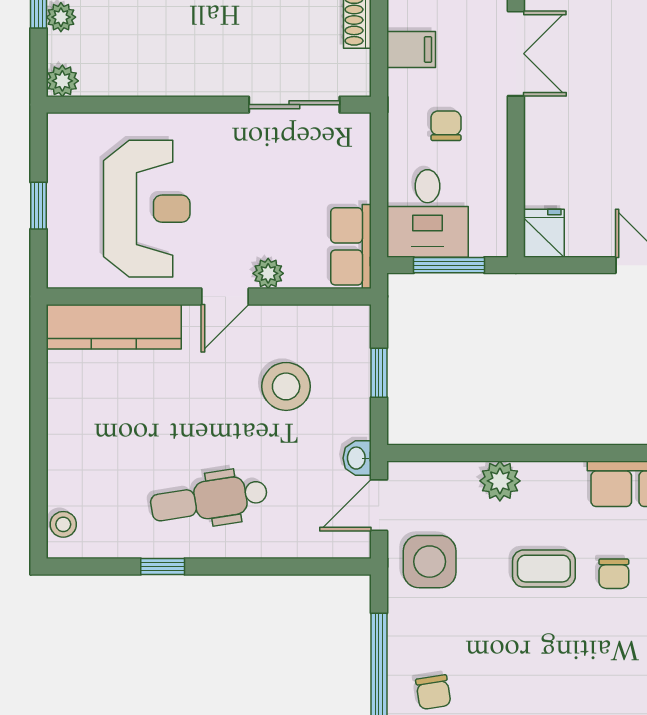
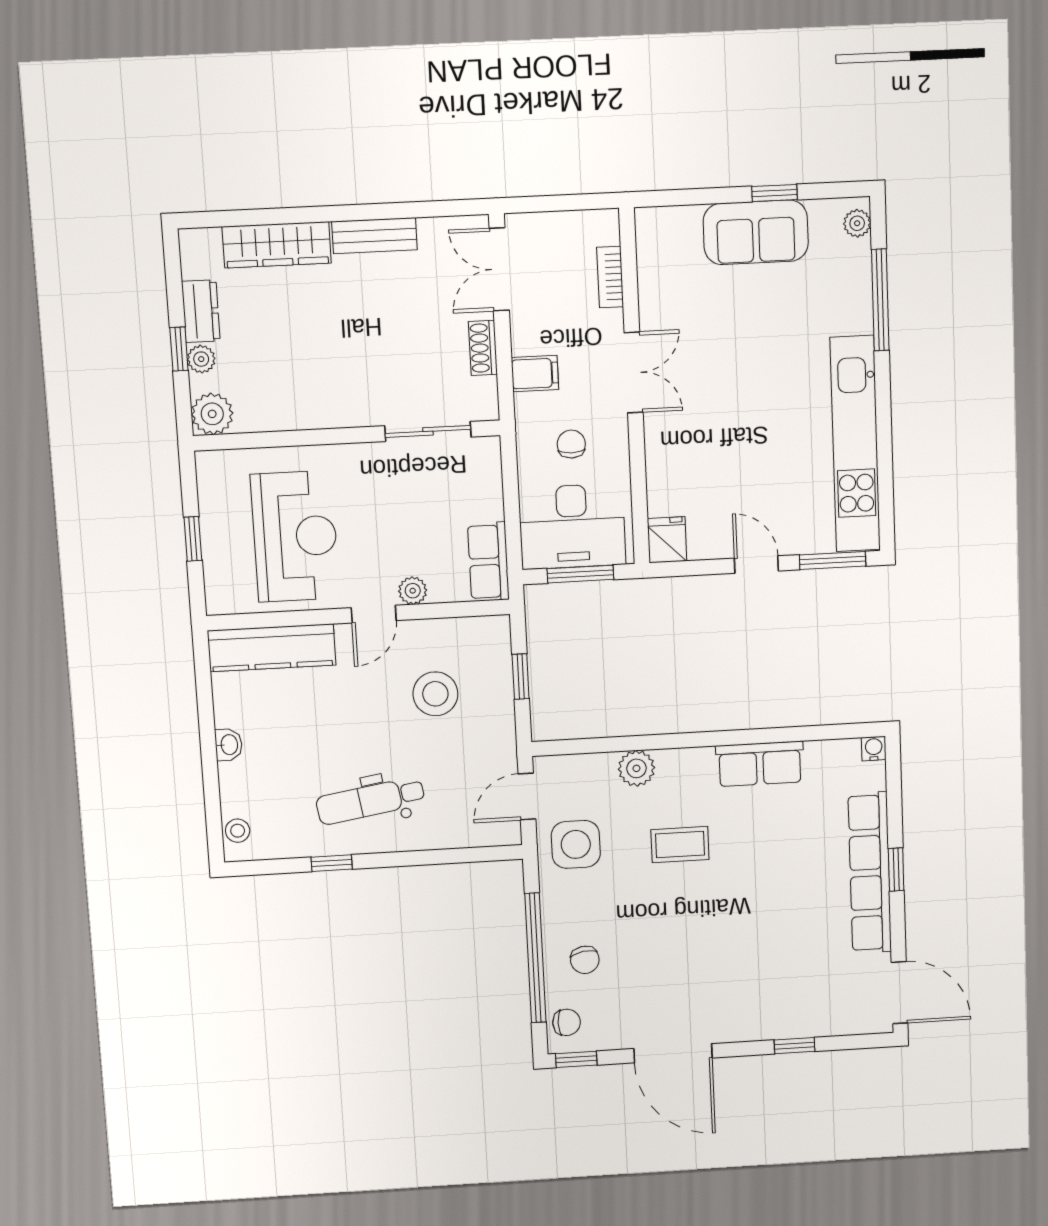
plant: (62, 81) -> (212, 414), width x1.38, depth x1.38
desk: (427, 213) -> (572, 526), width x1.37
washbasin: (357, 458) -> (229, 745), moved, turned 180
chair: (614, 574) -> (743, 845), removed

